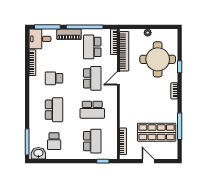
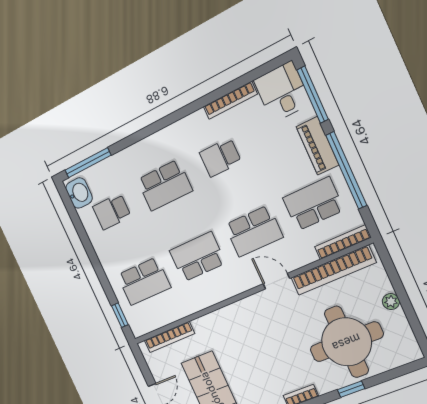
school desk: (54, 78) -> (220, 157), turned -90
school desk: (92, 110) -> (197, 257), turned 90

